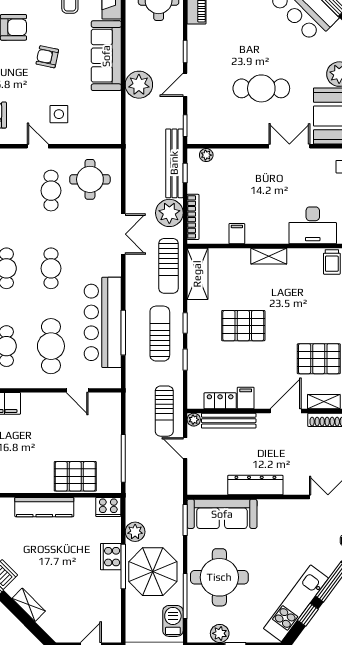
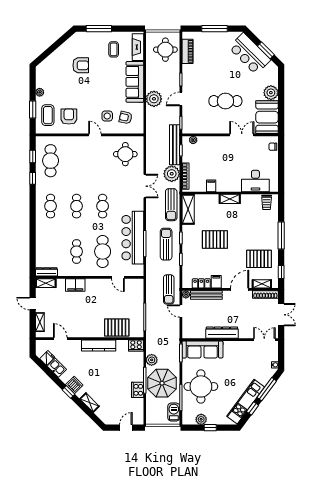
armchair: (47, 57) -> (126, 118), moved
cafe table: (51, 191) -> (103, 161), removed
cooker: (111, 557) -> (138, 390), moved

